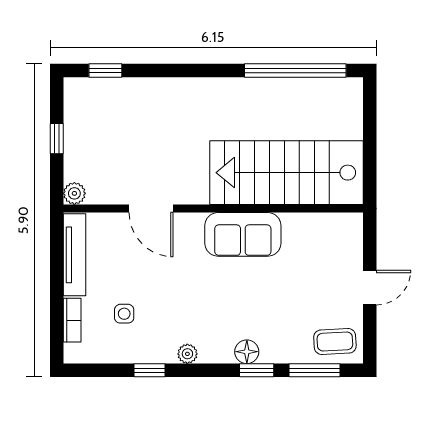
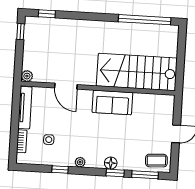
window: (57, 139) -> (20, 32), moved

